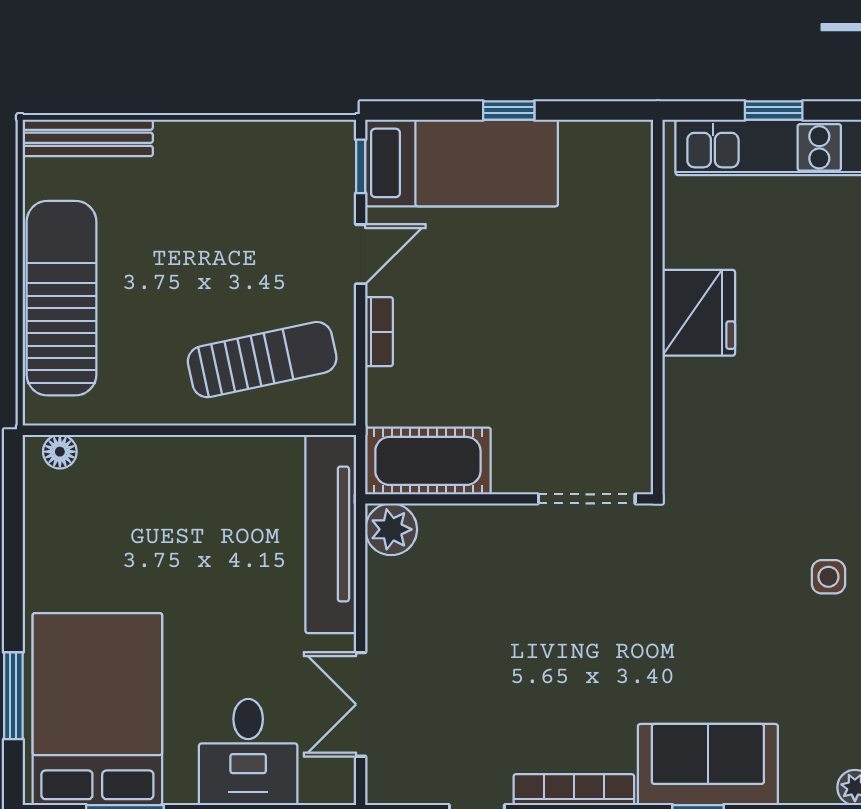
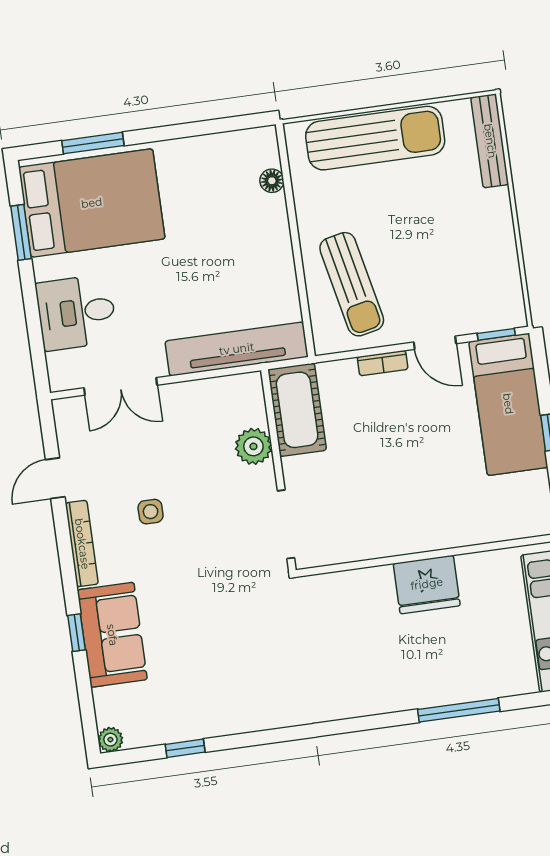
floor lamp: (60, 452) -> (272, 181), moved
plant: (391, 529) -> (253, 446), moved
side table: (828, 577) -> (151, 512), moved
double door: (361, 704) -> (121, 386), swing flipped

